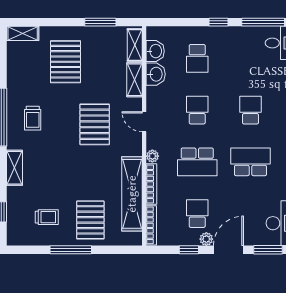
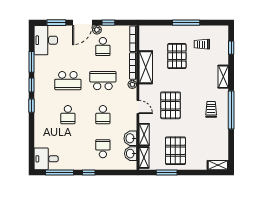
pallet: (66, 62) -> (175, 151), moved
shelving: (132, 194) -> (146, 67), width x0.68
pallet: (90, 220) -> (177, 56), moved

